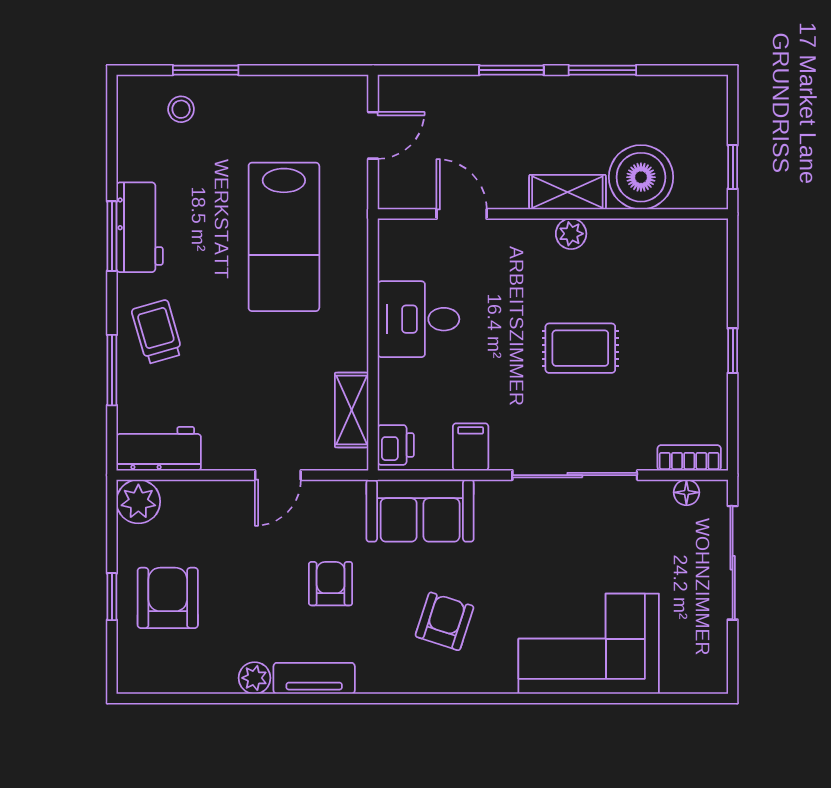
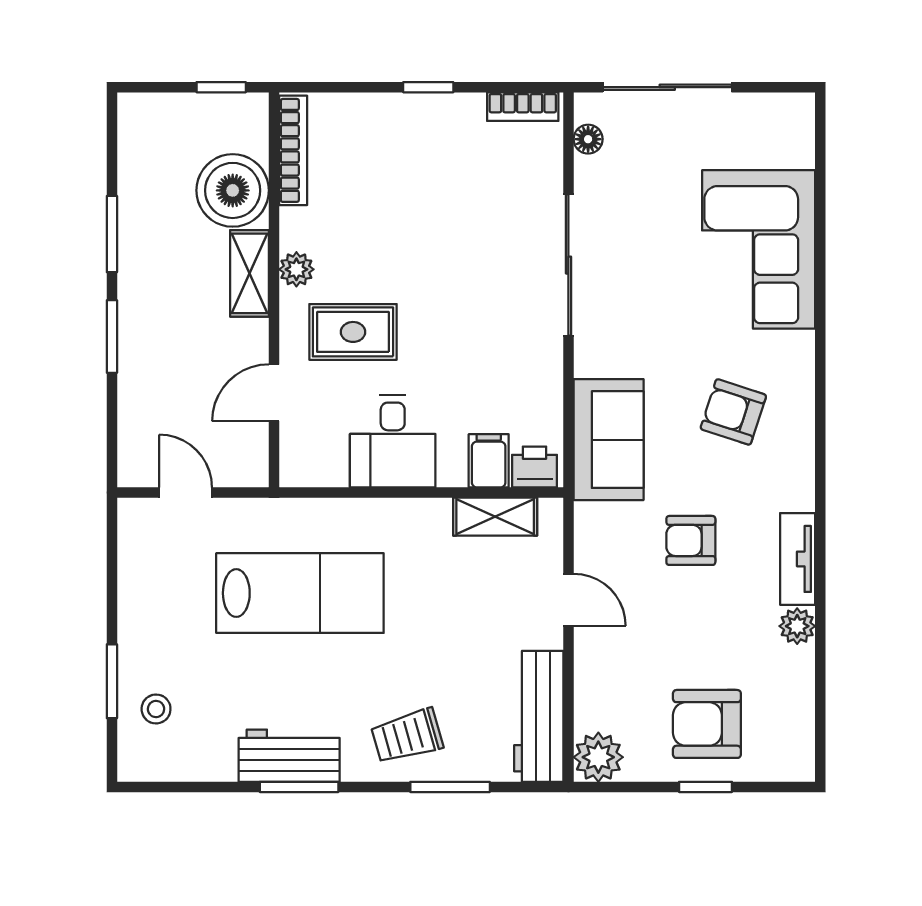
bookcase: (677, 231) -> (293, 150), added
rug: (580, 348) -> (353, 332), moved, turned 90
filing cabinet: (471, 447) -> (489, 461), moved, turned 90
workbench: (159, 449) -> (539, 716), width x1.38
bookcase: (689, 458) -> (523, 107), moved, turned -90

